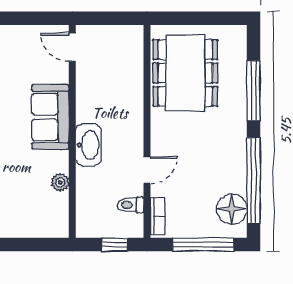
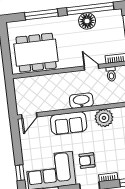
plant: (60, 182) -> (104, 118), width x1.87, depth x1.87
floor lamp: (232, 209) -> (87, 21), moved

